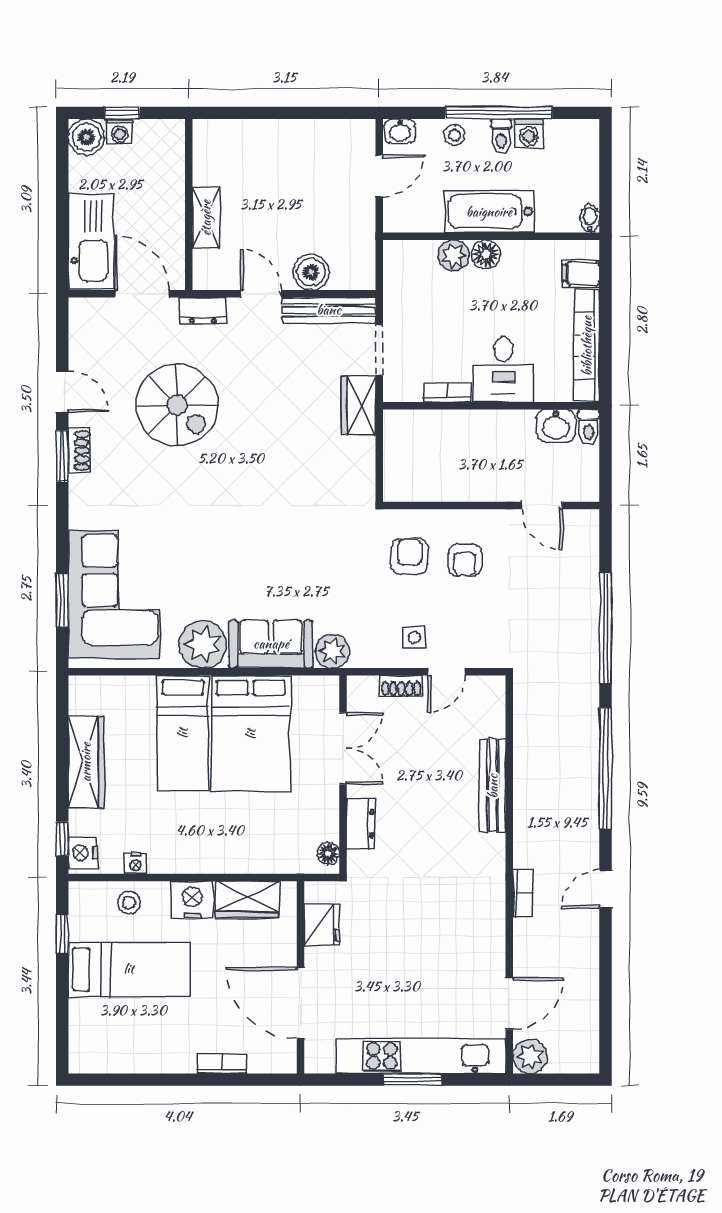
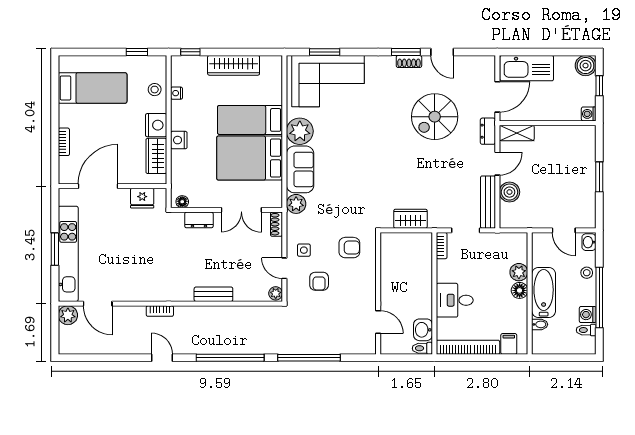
window: (284, 113) -> (599, 177), added
washing machine: (120, 132) -> (589, 114), moved
toilet: (501, 136) -> (586, 330), moved
shelving: (206, 218) -> (517, 133), moved
bidet: (590, 219) -> (540, 324), moved
door: (62, 392) -> (442, 52), hinge flipped
bookcase: (447, 393) -> (442, 246), moved
wardrobe: (359, 406) -> (410, 219), moved
door: (542, 505) -> (378, 322), swing flipped
armchair: (465, 560) -> (319, 281), moved, turned -90
shoe rack: (401, 686) -> (276, 224), moved
plant: (491, 688) -> (276, 293), added
bench: (493, 786) -> (213, 294), width x0.73
nightstand: (83, 853) -> (179, 140), moved, turned -90
bed: (129, 969) -> (93, 88), moved, turned -90

